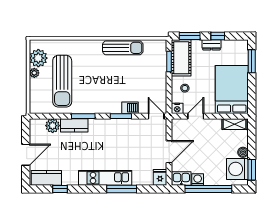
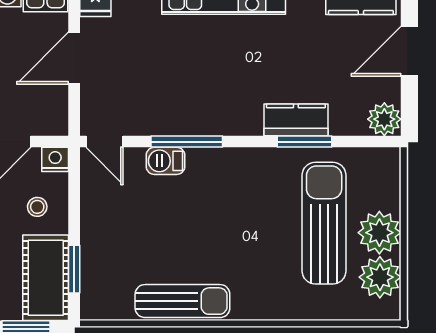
sun lounger: (123, 48) -> (182, 301), turned 180
plant: (34, 73) -> (379, 233), width x1.88, depth x1.88
window: (83, 116) -> (305, 142), moved
window: (121, 116) -> (187, 142), width x1.44
plant: (53, 126) -> (384, 119), moved

